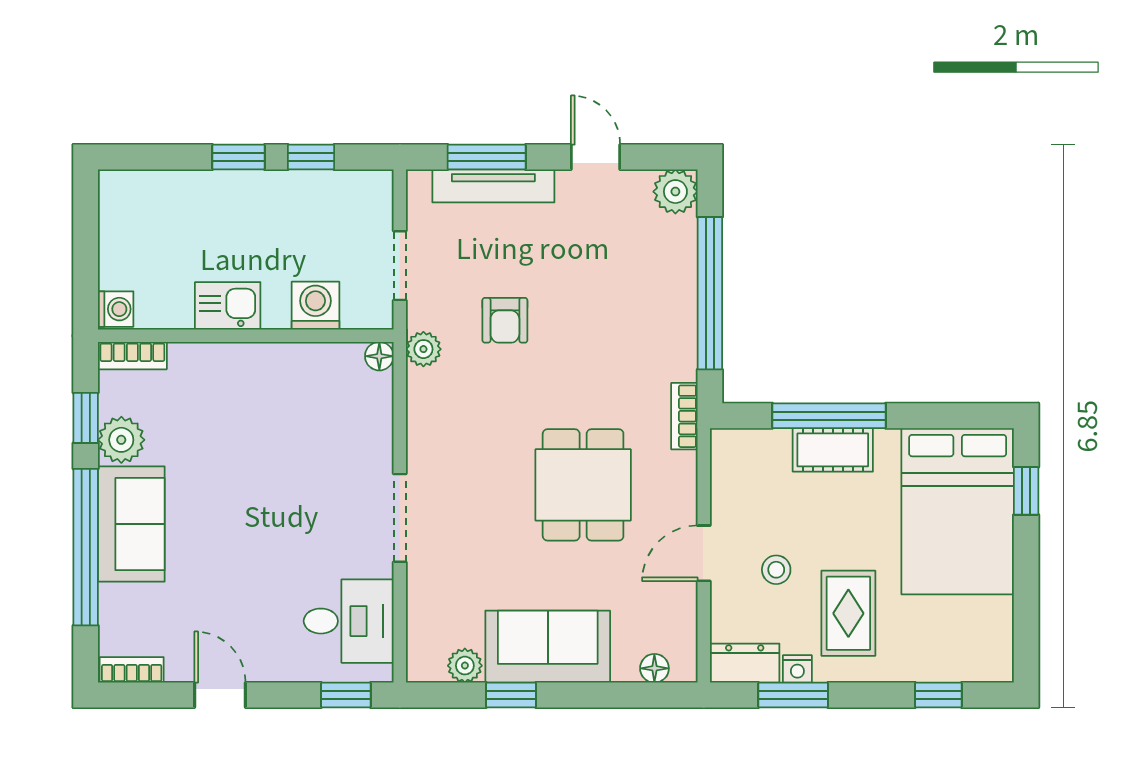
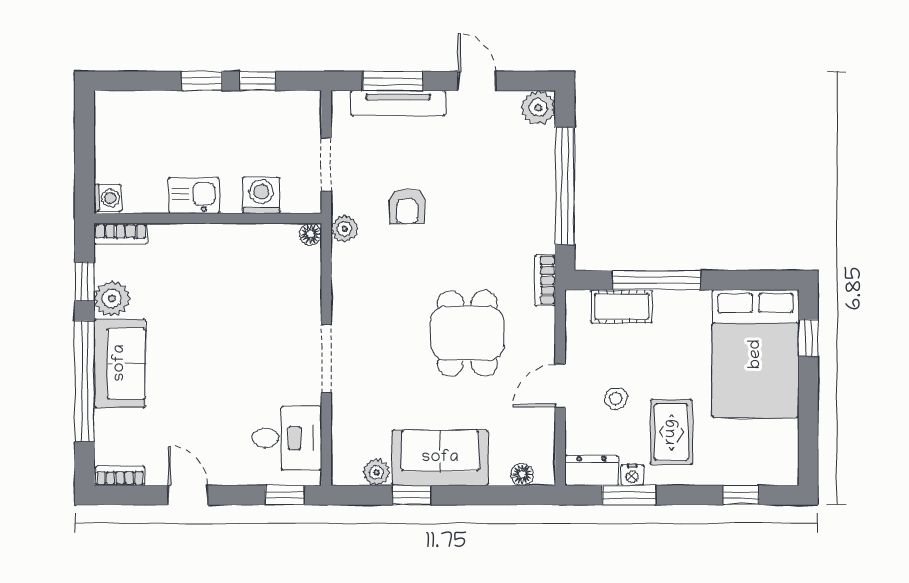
cot: (833, 450) -> (622, 306), moved

